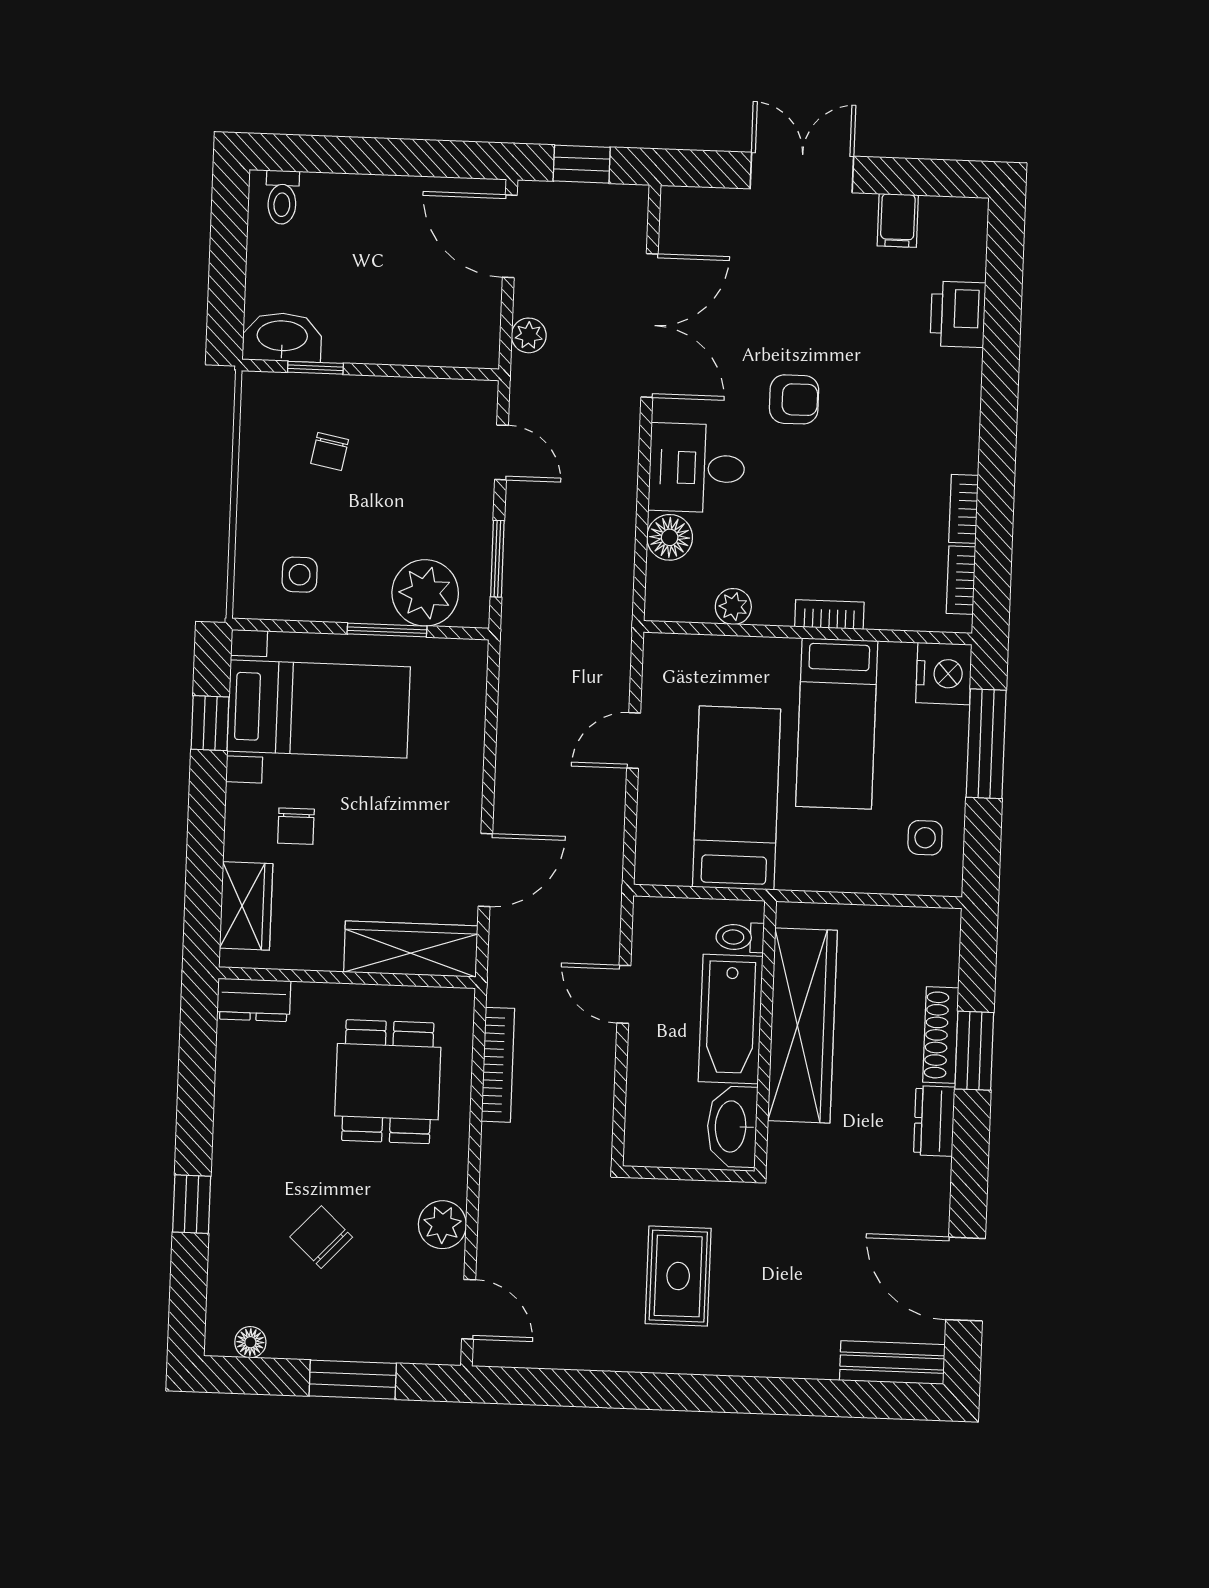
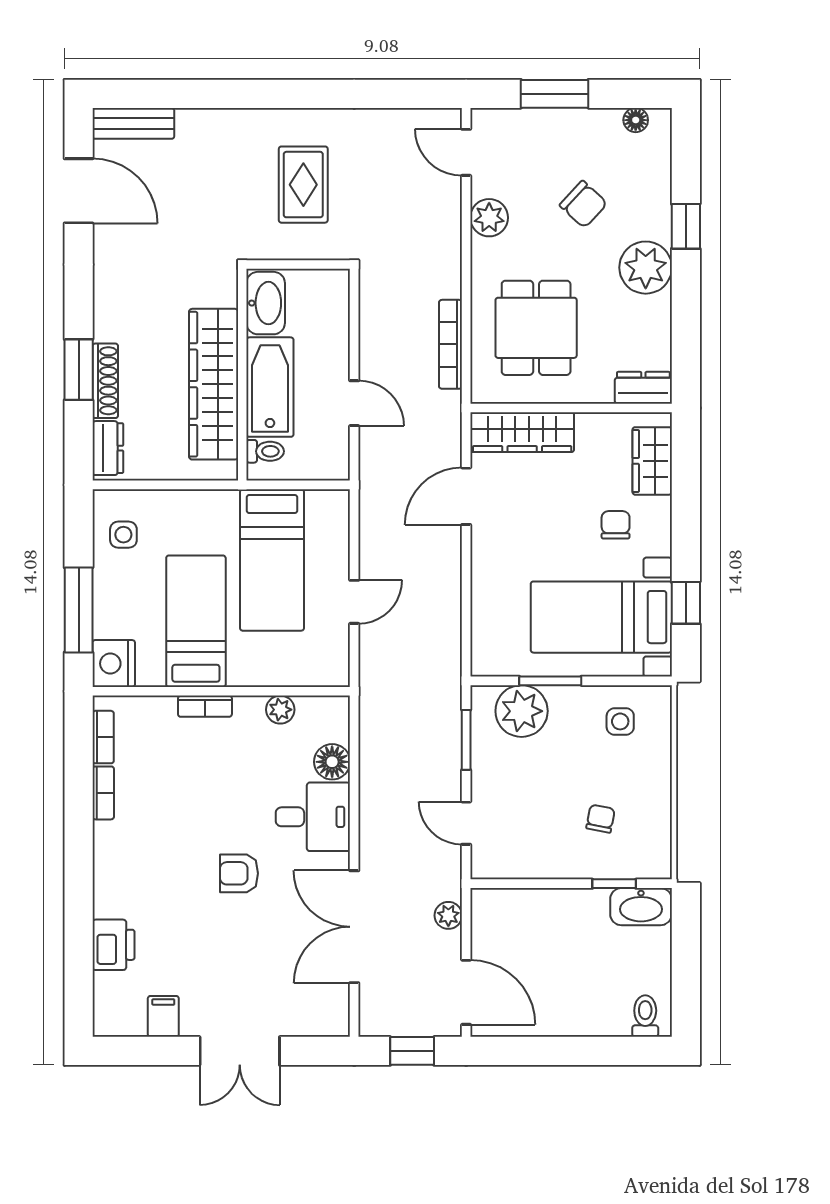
dresser: (934, 1121) -> (108, 448), moved
plant: (245, 1153) -> (646, 268), added

